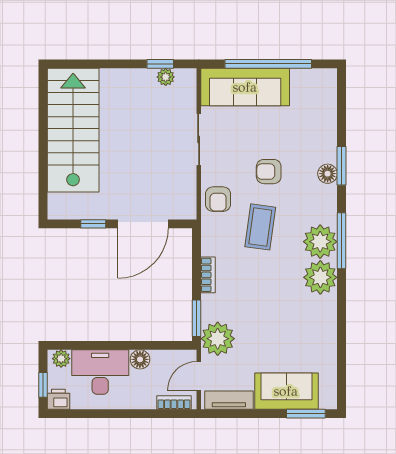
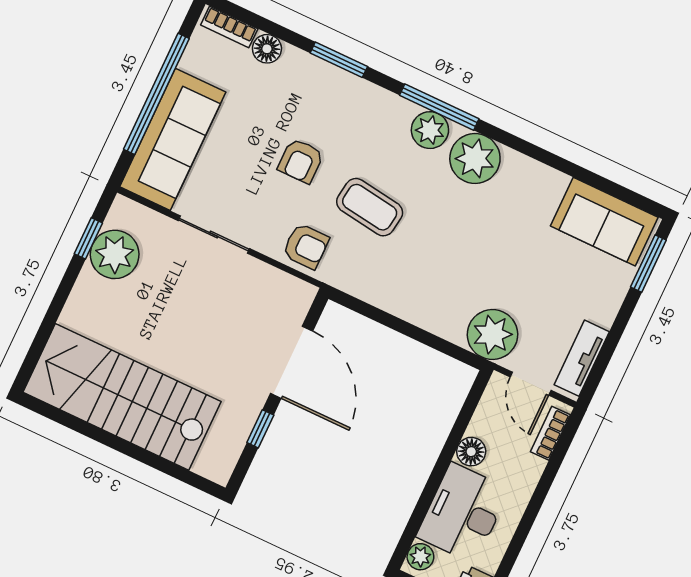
plant: (166, 77) -> (115, 254), width x1.87, depth x1.87
floor lamp: (328, 174) -> (267, 49), moved
plant: (320, 242) -> (430, 130), width x0.73, depth x0.73
bookcase: (208, 275) -> (229, 27), moved, turned 180
window: (197, 318) -> (452, 350), removed
sofa: (286, 391) -> (604, 222), moved, turned -90

